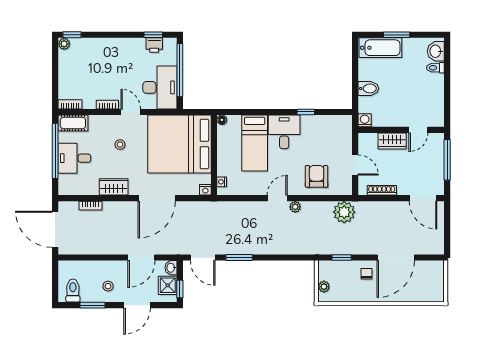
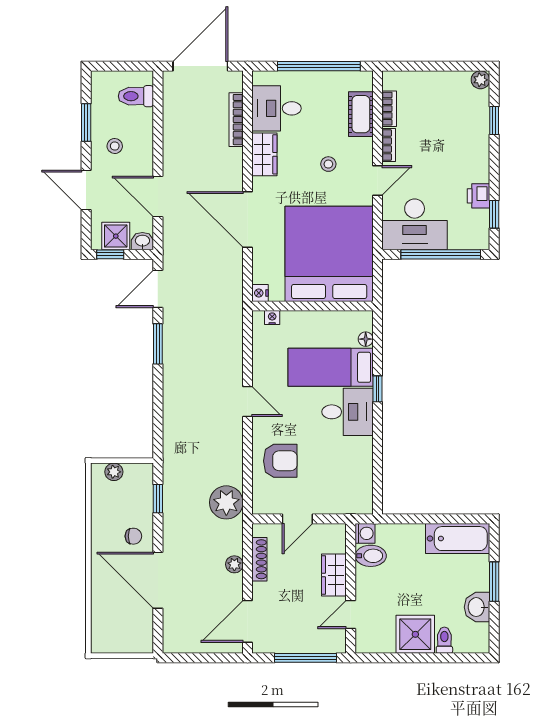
window: (72, 35) -> (494, 120), moved
printer: (154, 45) -> (478, 196), moved
bathtub: (380, 48) -> (458, 539), moved, turned -90
washbasin: (436, 51) -> (477, 607), moved, turned -90
shower: (431, 87) -> (415, 634), added
bidet: (368, 88) -> (371, 556), moved, turned -90
bookcase: (70, 104) -> (389, 109), moved
window: (306, 112) -> (378, 389), moved
floor lamp: (222, 120) -> (366, 339), moved
cot: (73, 123) -> (361, 114), moved
door: (418, 130) -> (351, 615), hinge flipped
desk: (74, 158) -> (277, 108), moved, turned -90
bookcase: (90, 206) -> (236, 120), width x1.56
plant: (295, 207) -> (234, 564), moved
toilet: (73, 290) -> (136, 96), moved, turned 180

